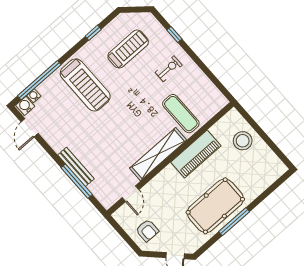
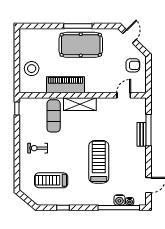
window: (174, 34) -> (17, 108), moved
treadmill: (85, 85) -> (99, 162), moved
water cooler: (25, 106) -> (119, 200), moved
shelving: (158, 154) -> (80, 104), width x0.68
bench: (76, 167) -> (142, 134), width x0.73
armchair: (147, 231) -> (133, 65), turned 90

